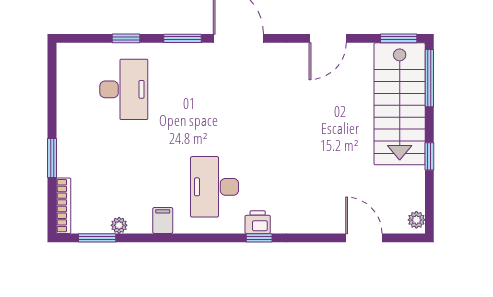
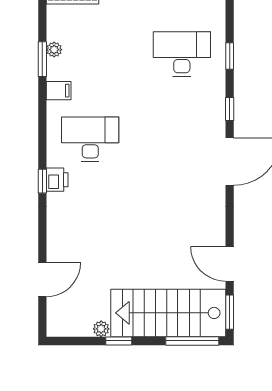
window: (182, 38) -> (230, 109), width x0.67
door: (328, 38) -> (230, 264), moved
desk: (124, 89) -> (182, 54), turned 180
plant: (416, 220) -> (101, 329), moved
window: (97, 238) -> (42, 59), moved

